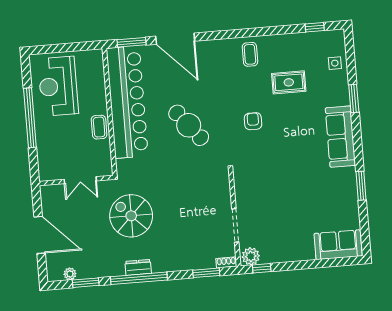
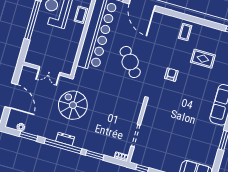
coffee table: (99, 127) -> (81, 15), moved
plant: (251, 256) -> (138, 159), removed
window: (206, 273) -> (95, 155), moved

